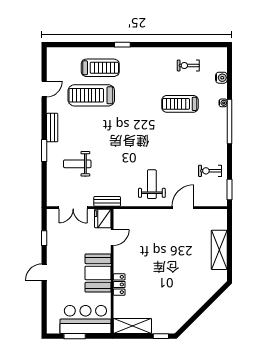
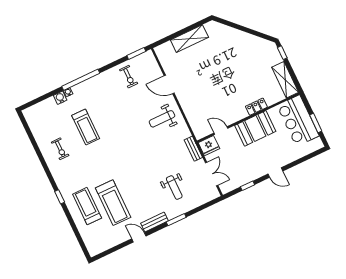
exercise bike: (188, 66) -> (60, 149), moved
water cooler: (221, 78) -> (60, 98), moved
door: (44, 89) -> (139, 237), moved

